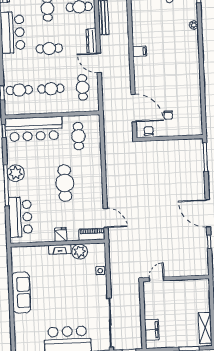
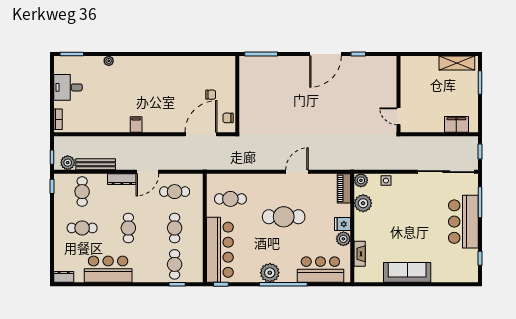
door: (106, 218) -> (297, 172), moved
plant: (48, 236) -> (343, 239), added
fireplace: (60, 249) -> (360, 254), moved
plant: (99, 249) -> (361, 180), added

